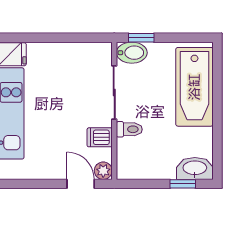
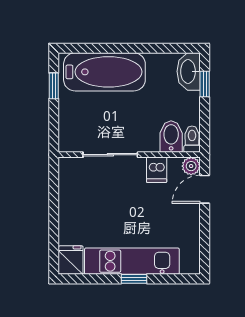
window: (141, 38) -> (54, 86), moved
bidet: (132, 53) -> (171, 137), moved
toilet: (129, 129) -> (192, 139), moved

